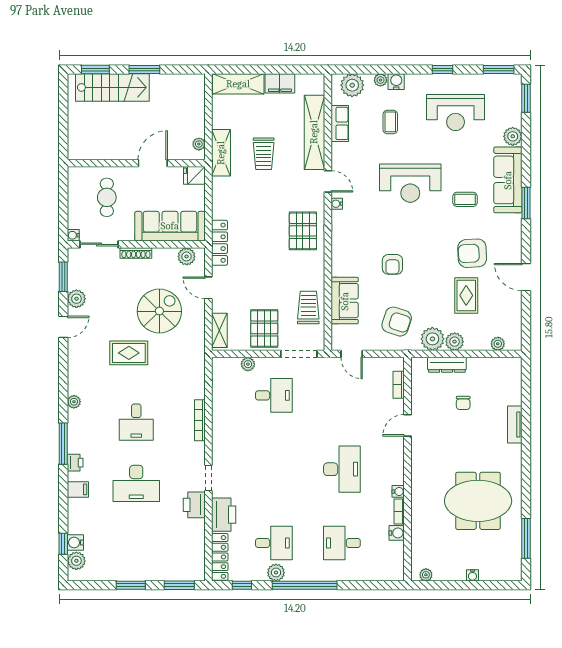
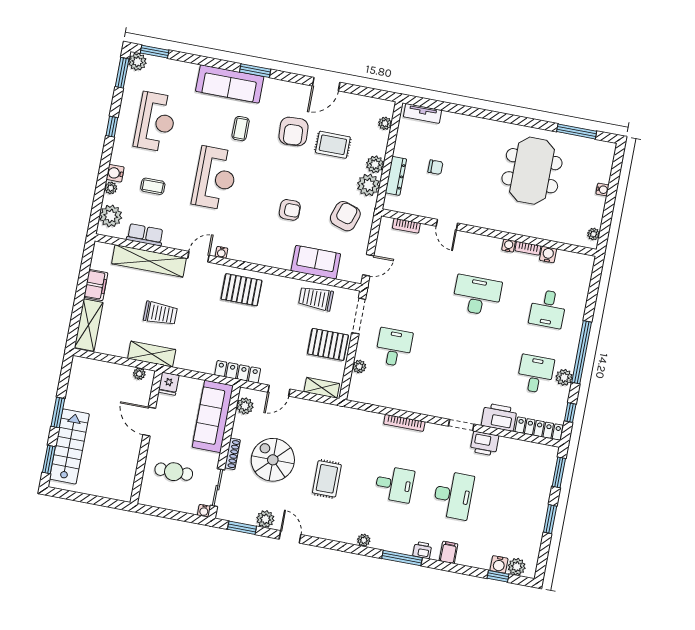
plant: (513, 136) -> (137, 62), moved
spiral stairs: (159, 311) -> (273, 460), moved
tv unit: (515, 424) -> (423, 113), moved

